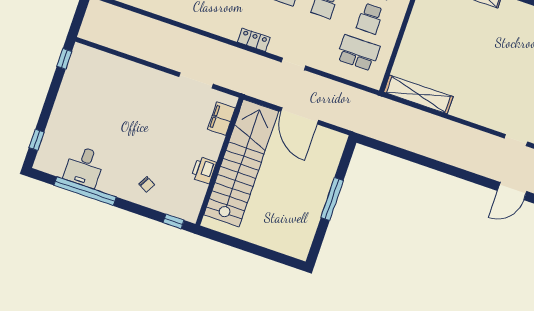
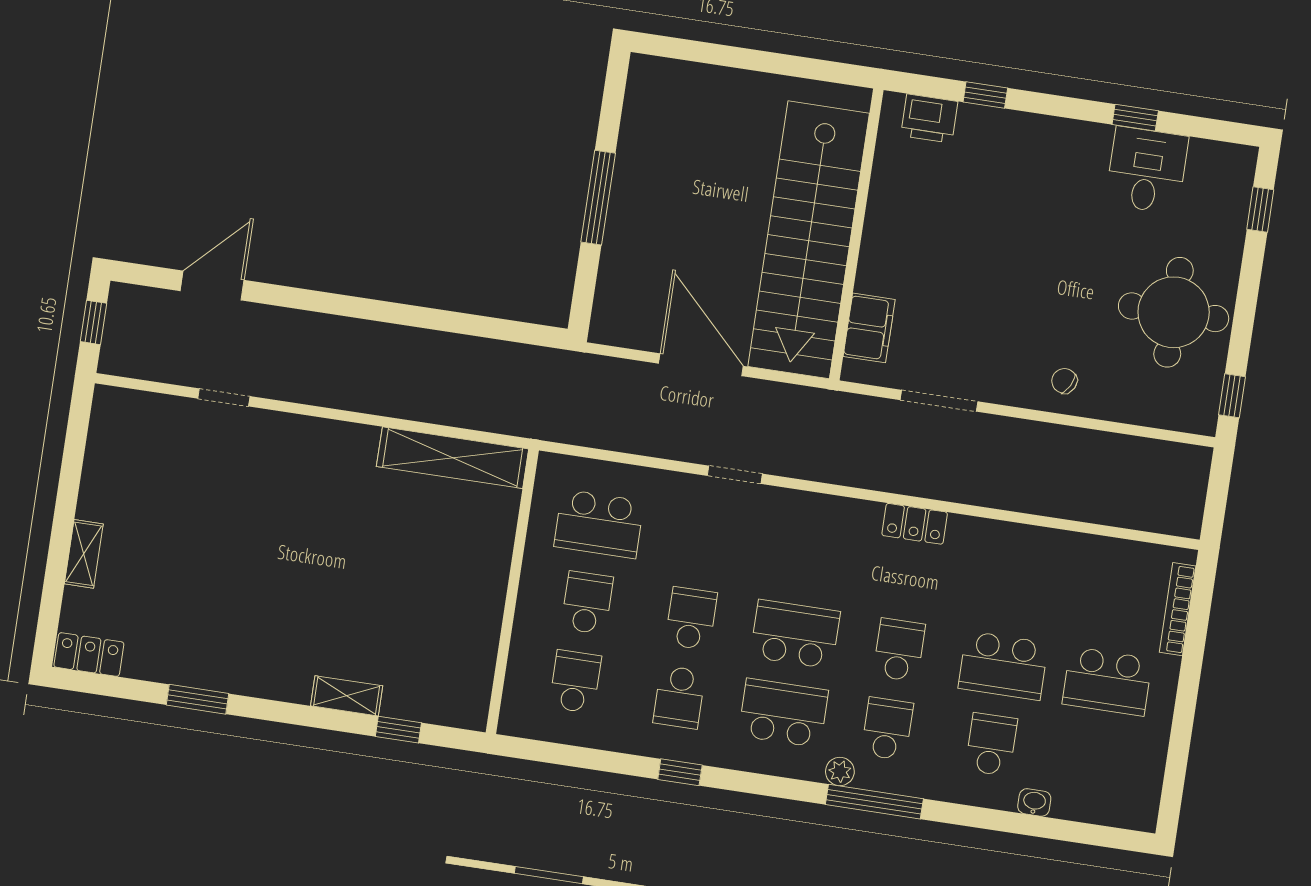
locker: (254, 40) -> (915, 524), moved
round table: (84, 101) -> (1174, 312), added
printer: (204, 170) -> (929, 119), moved, turned 90
chair: (147, 184) -> (1064, 381), moved
window: (85, 191) -> (1135, 118), width x0.32
window: (174, 221) -> (985, 95), moved

